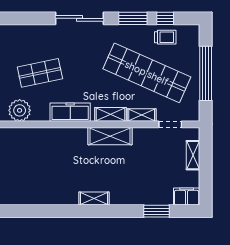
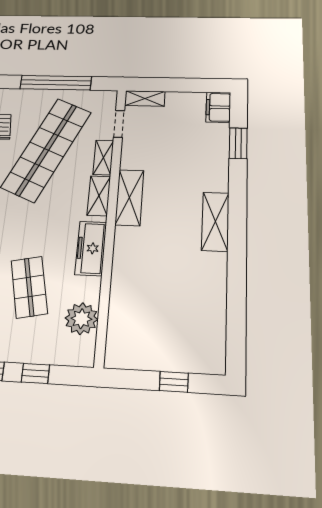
shelving: (193, 155) -> (145, 98), moved
shelving: (94, 199) -> (215, 222), width x1.50, depth x1.33

